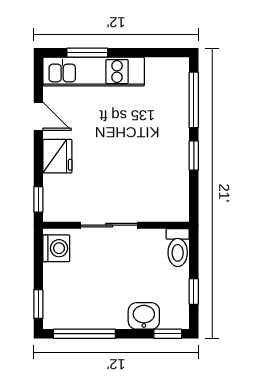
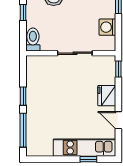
window: (87, 53) -> (88, 159), width x0.67
washing machine: (56, 248) -> (107, 27), moved

